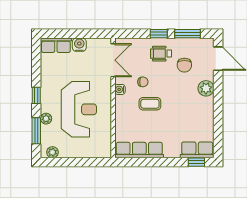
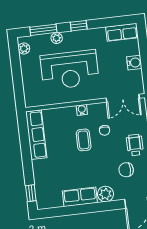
row of seats: (56, 45) -> (122, 32), moved, turned -90
water cooler: (120, 89) -> (82, 110), moved
row of seats: (197, 150) -> (80, 197), moved, turned -90

